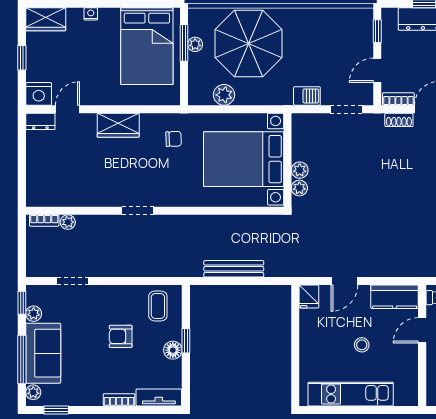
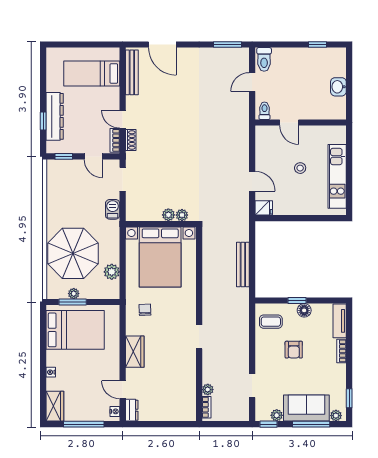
window: (22, 58) -> (84, 424), width x2.17
nightstand: (39, 94) -> (115, 411), width x0.53, depth x0.56
kitchen counter: (395, 297) -> (264, 143), removed

